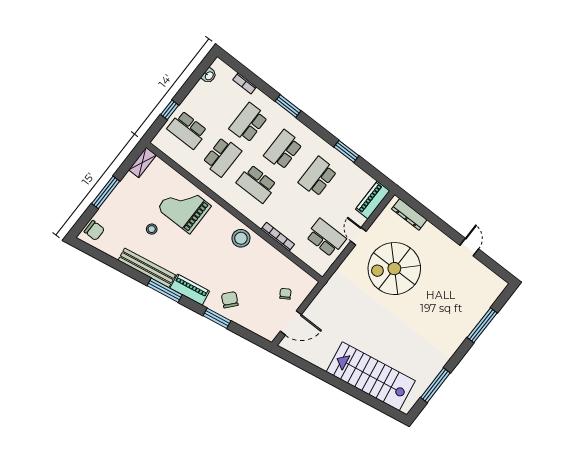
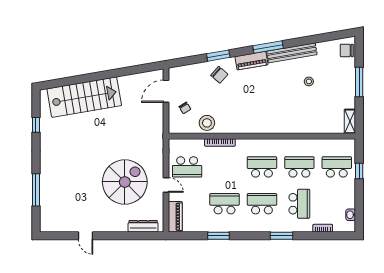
school desk: (283, 150) -> (262, 204), turned -90
school desk: (222, 157) -> (299, 167), turned 90
school desk: (318, 177) -> (225, 204), turned -90
grand piano: (184, 207) -> (298, 113), removed
stool: (241, 238) -> (207, 123), moved
window: (435, 385) -> (36, 125), width x0.46

